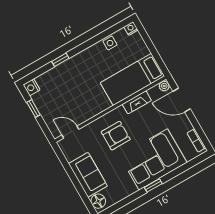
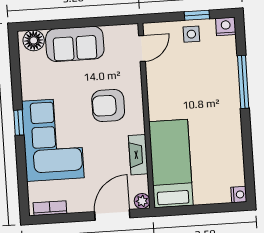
side table: (110, 43) -> (191, 34), moved
window: (60, 60) -> (243, 82), width x2.17
armchair: (116, 136) -> (108, 106), turned 90

